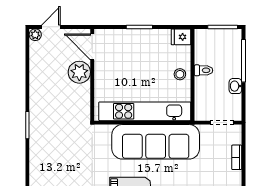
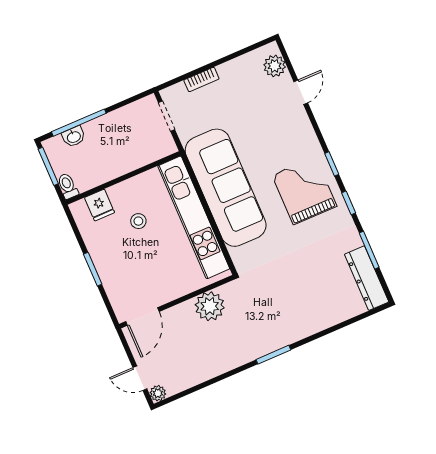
fridge: (181, 37) -> (100, 205), moved
toilet: (204, 70) -> (68, 186), moved
plant: (79, 72) -> (210, 306), moved
stool: (180, 74) -> (138, 221), moved
washbasin: (235, 86) -> (74, 137), moved

